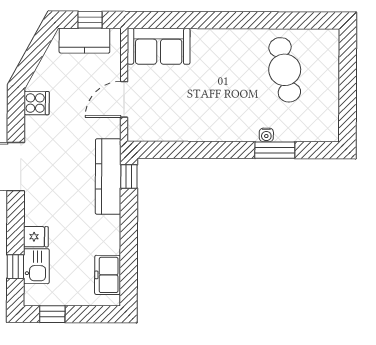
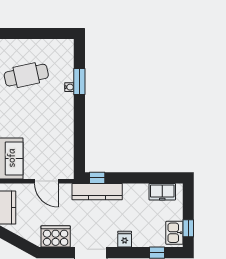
cooker: (37, 103) -> (56, 236), width x1.87, depth x1.31
fridge: (36, 237) -> (125, 239), moved
kitchen sink: (36, 266) -> (174, 233), moved, turned -90

